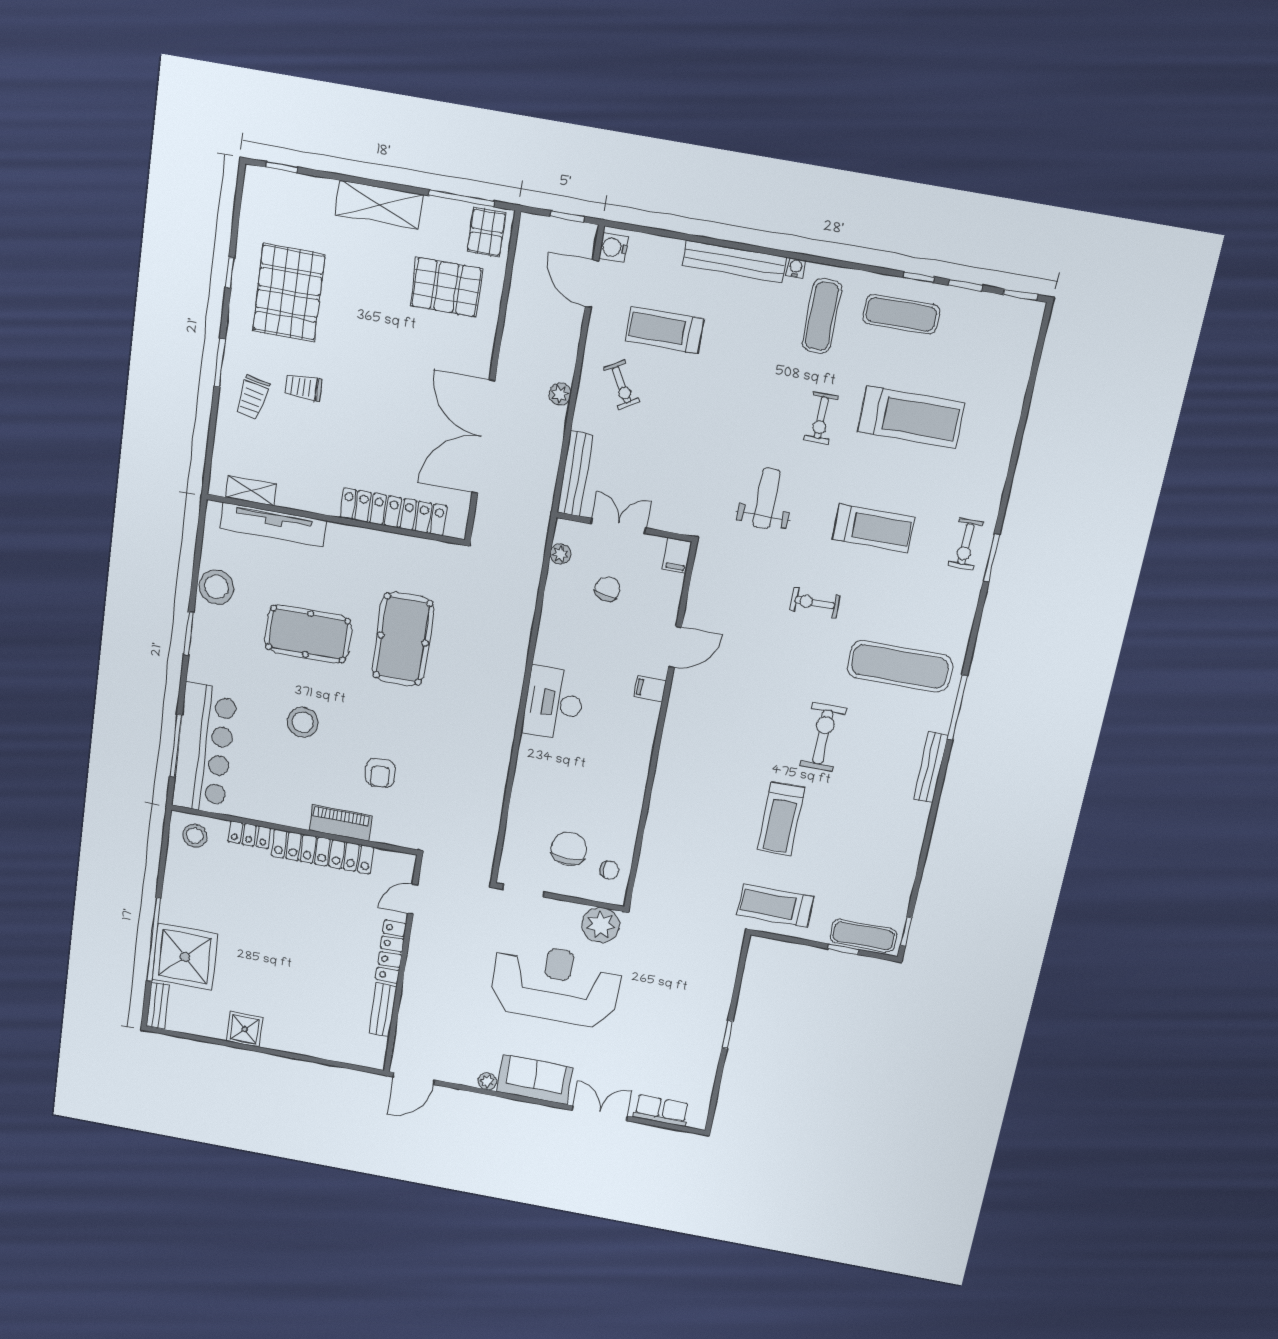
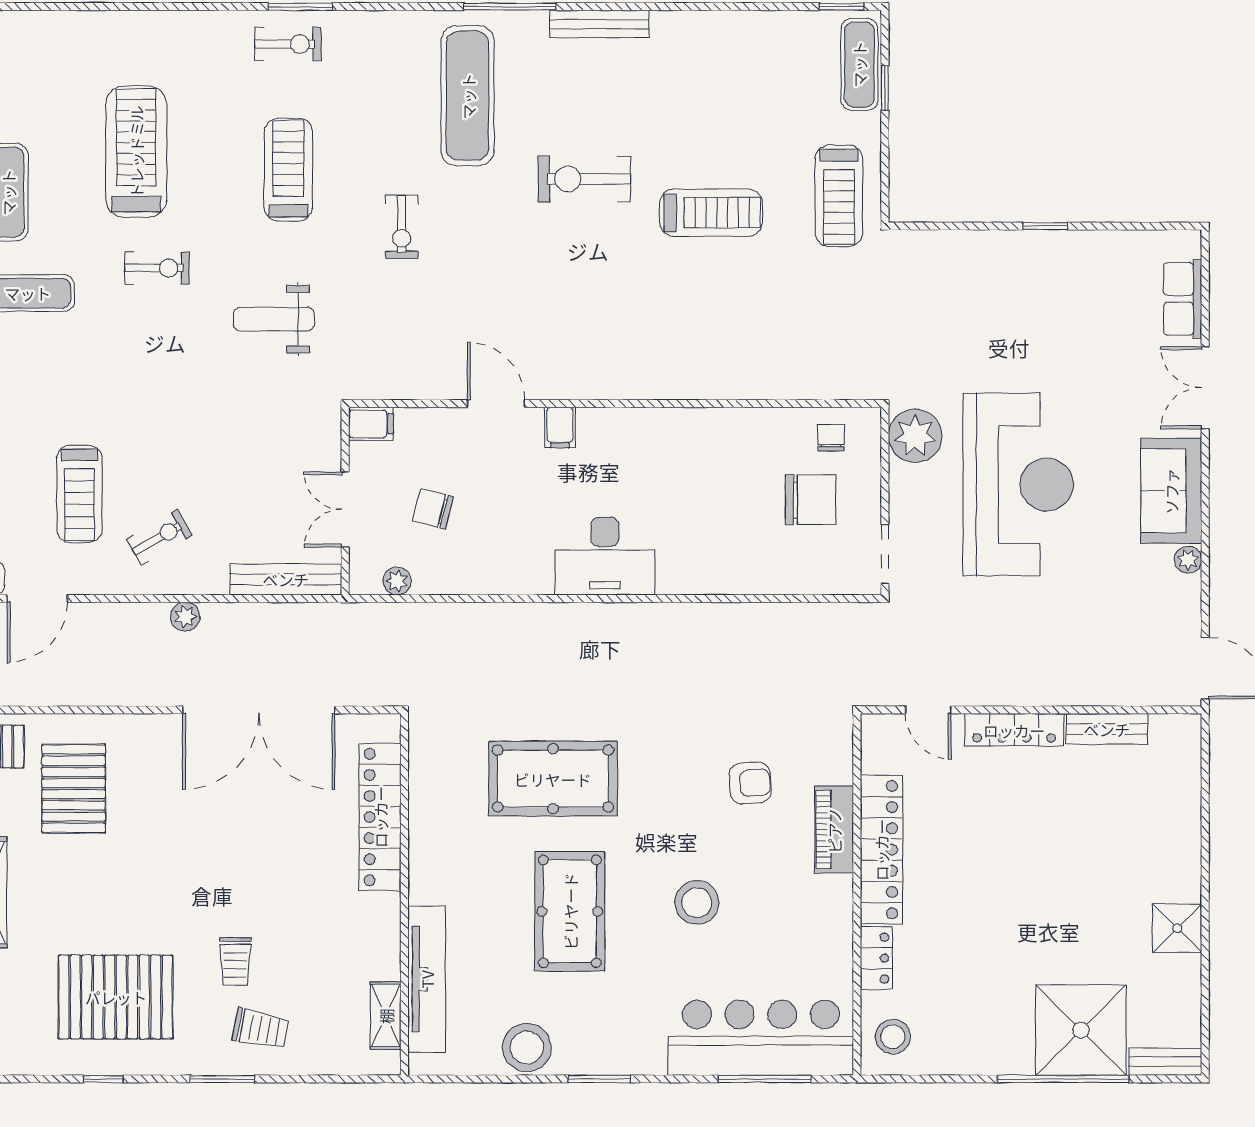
chair: (569, 849) -> (811, 500), turned 180
reception desk: (556, 985) -> (1018, 485), turned 180

